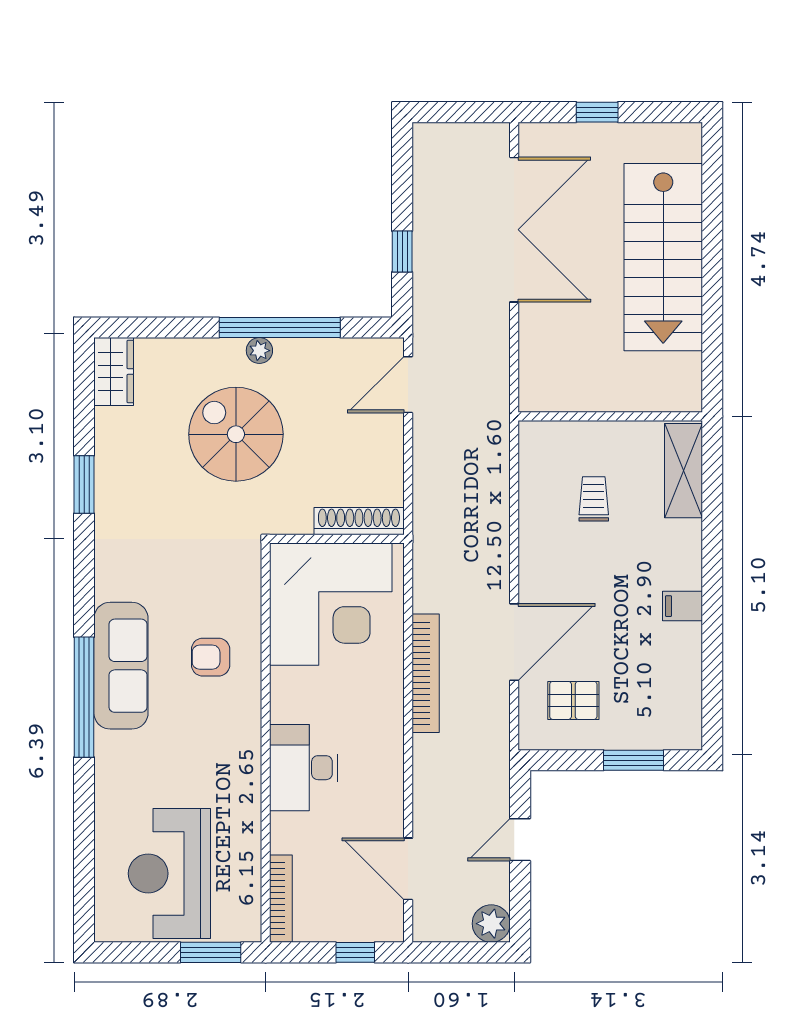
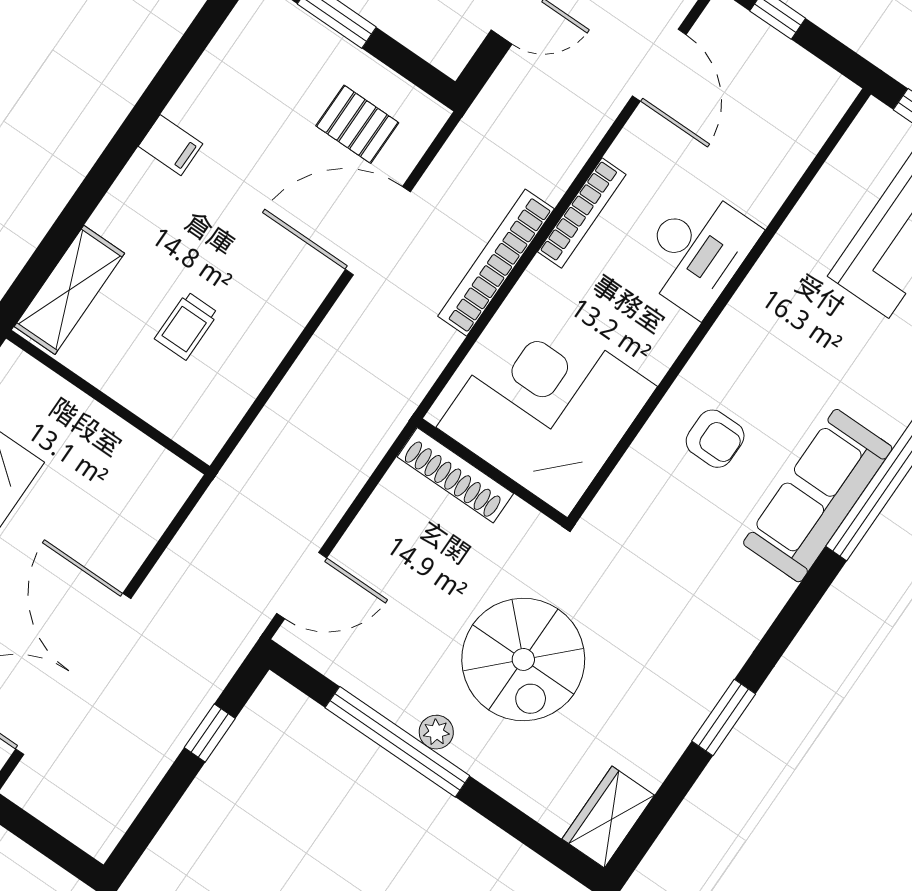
bookcase: (281, 899) -> (582, 213), moved, turned 180

